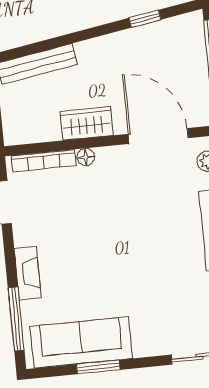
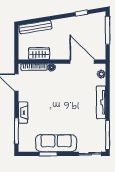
wardrobe: (87, 123) -> (39, 54), moved
sofa: (81, 342) -> (56, 143), moved

